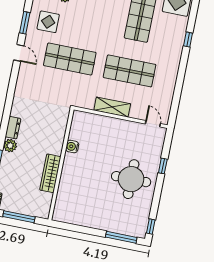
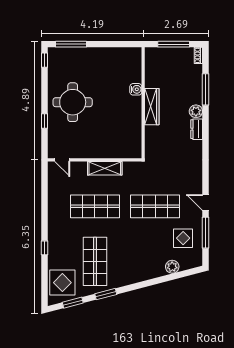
window: (25, 23) -> (205, 233), width x1.44
water cooler: (72, 147) -> (136, 89), moved
wardrobe: (50, 173) -> (152, 107), moved

